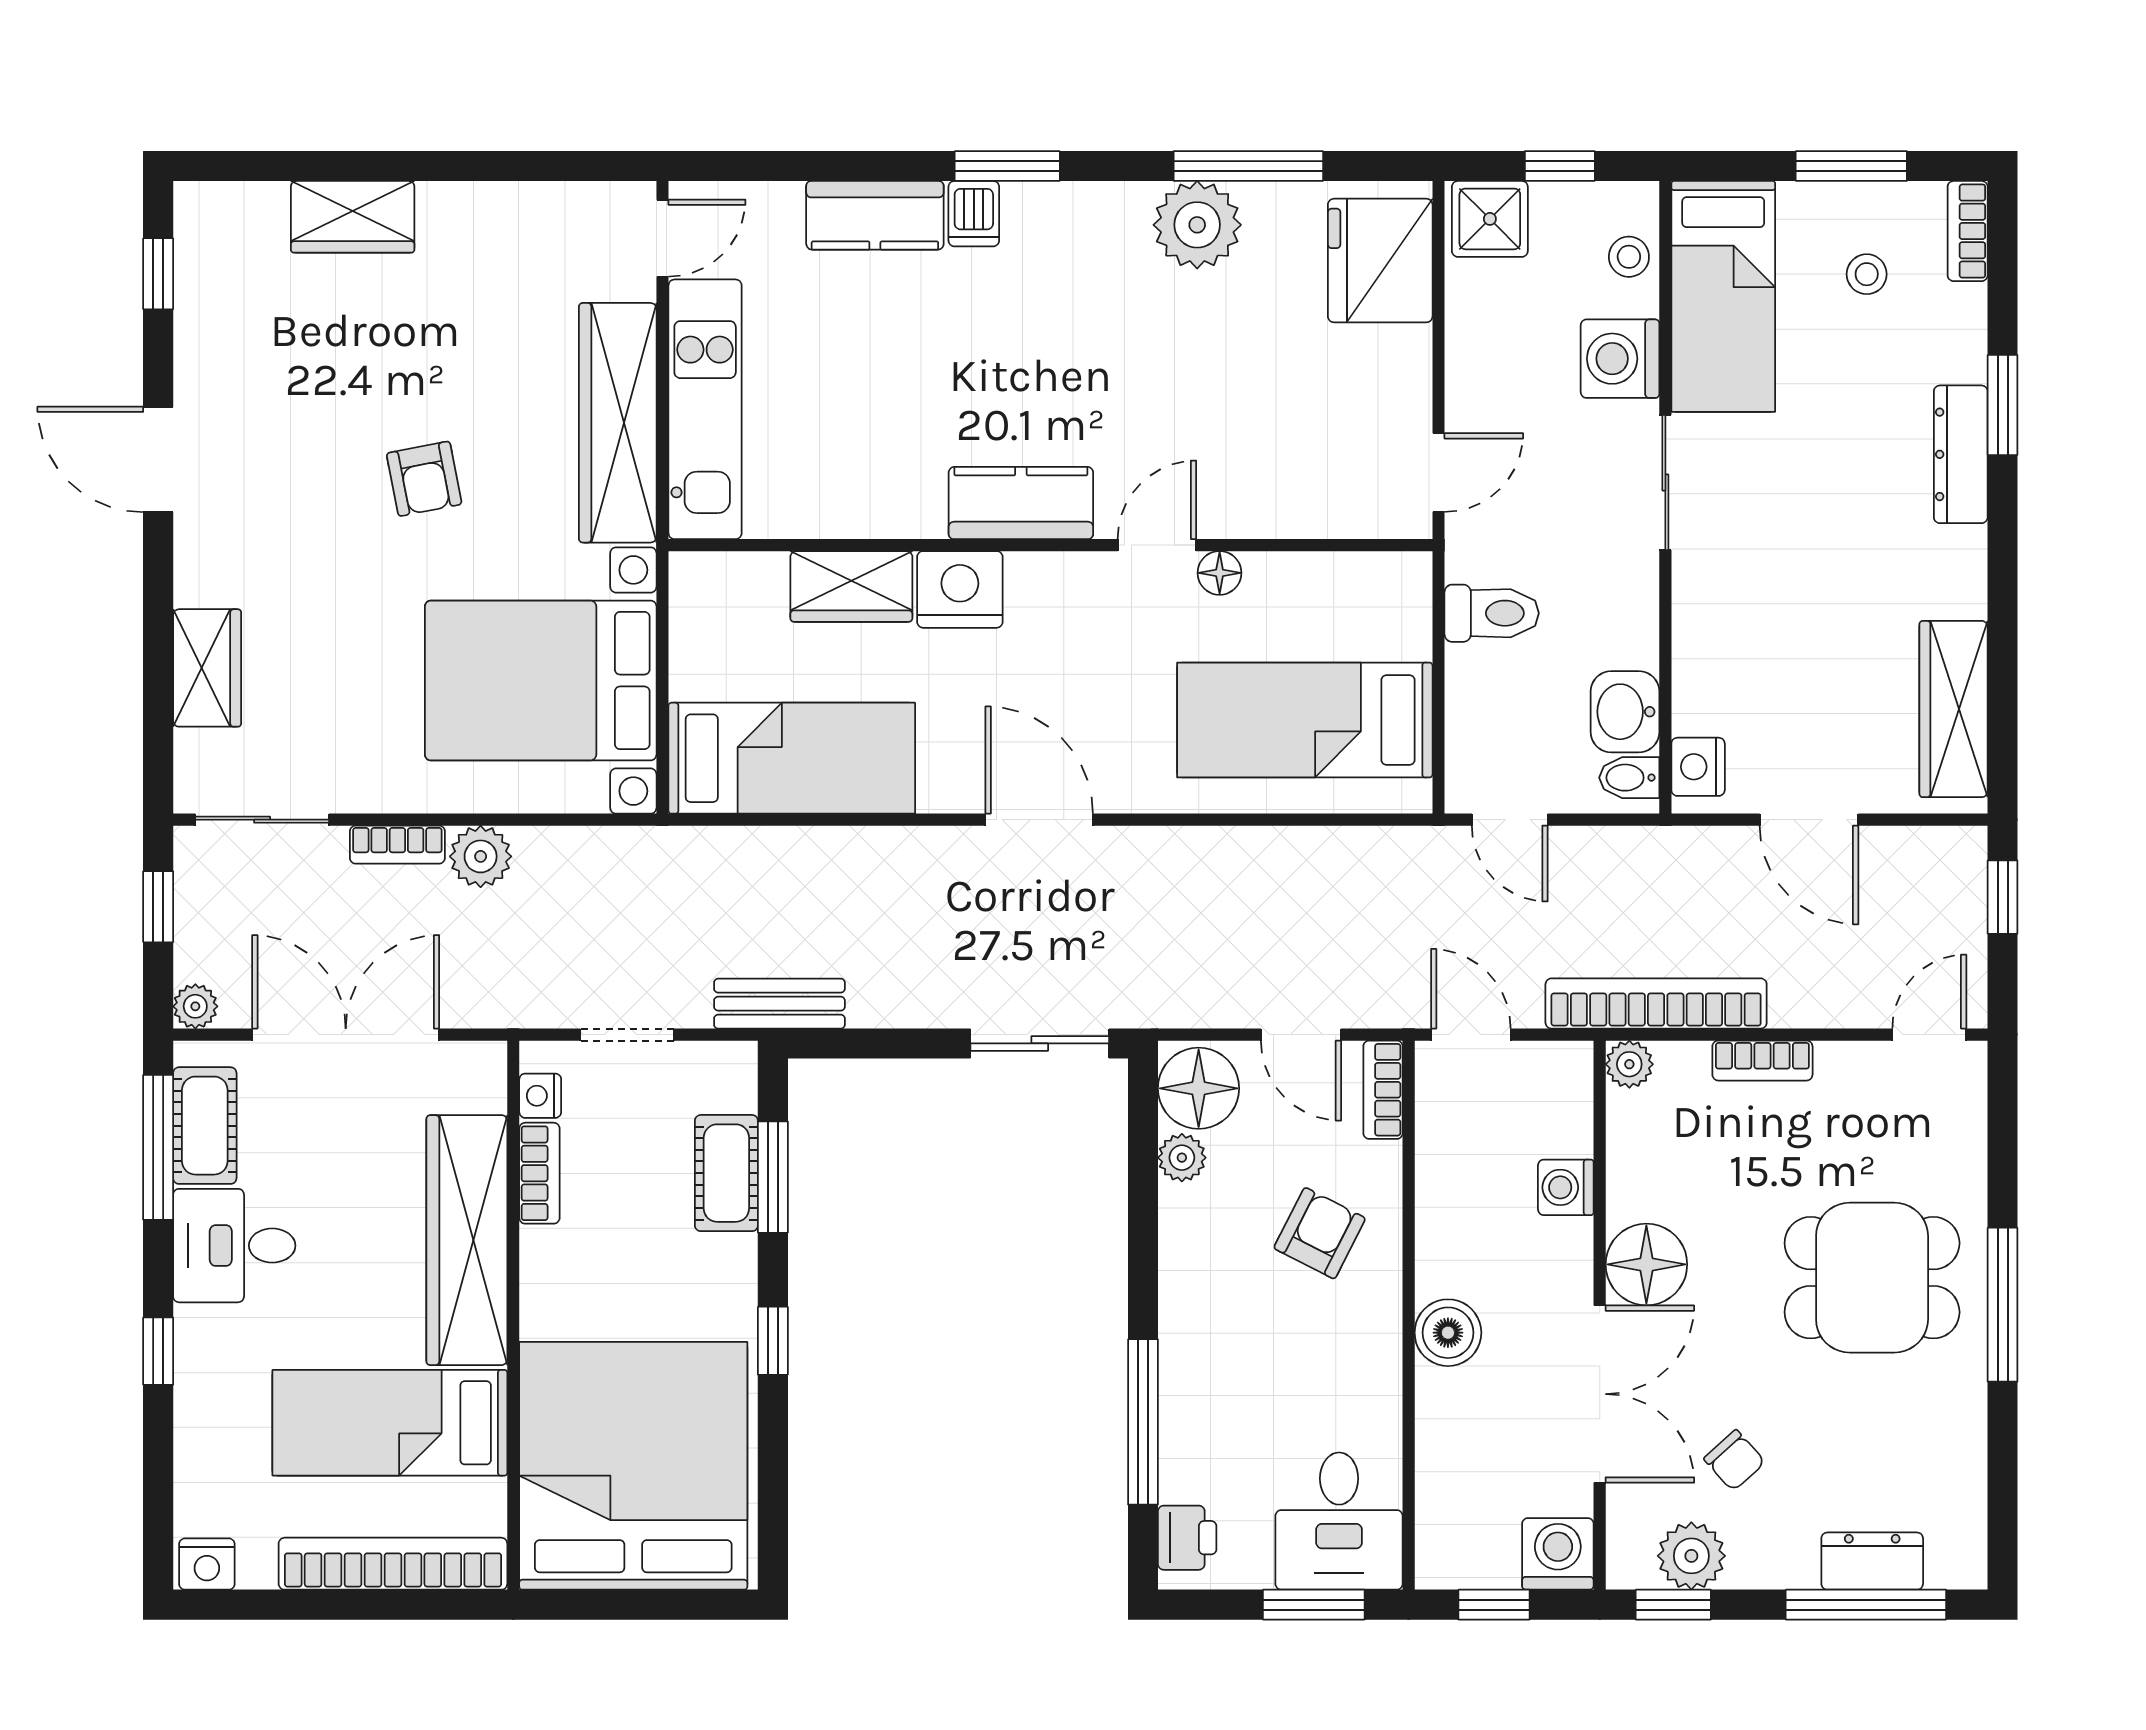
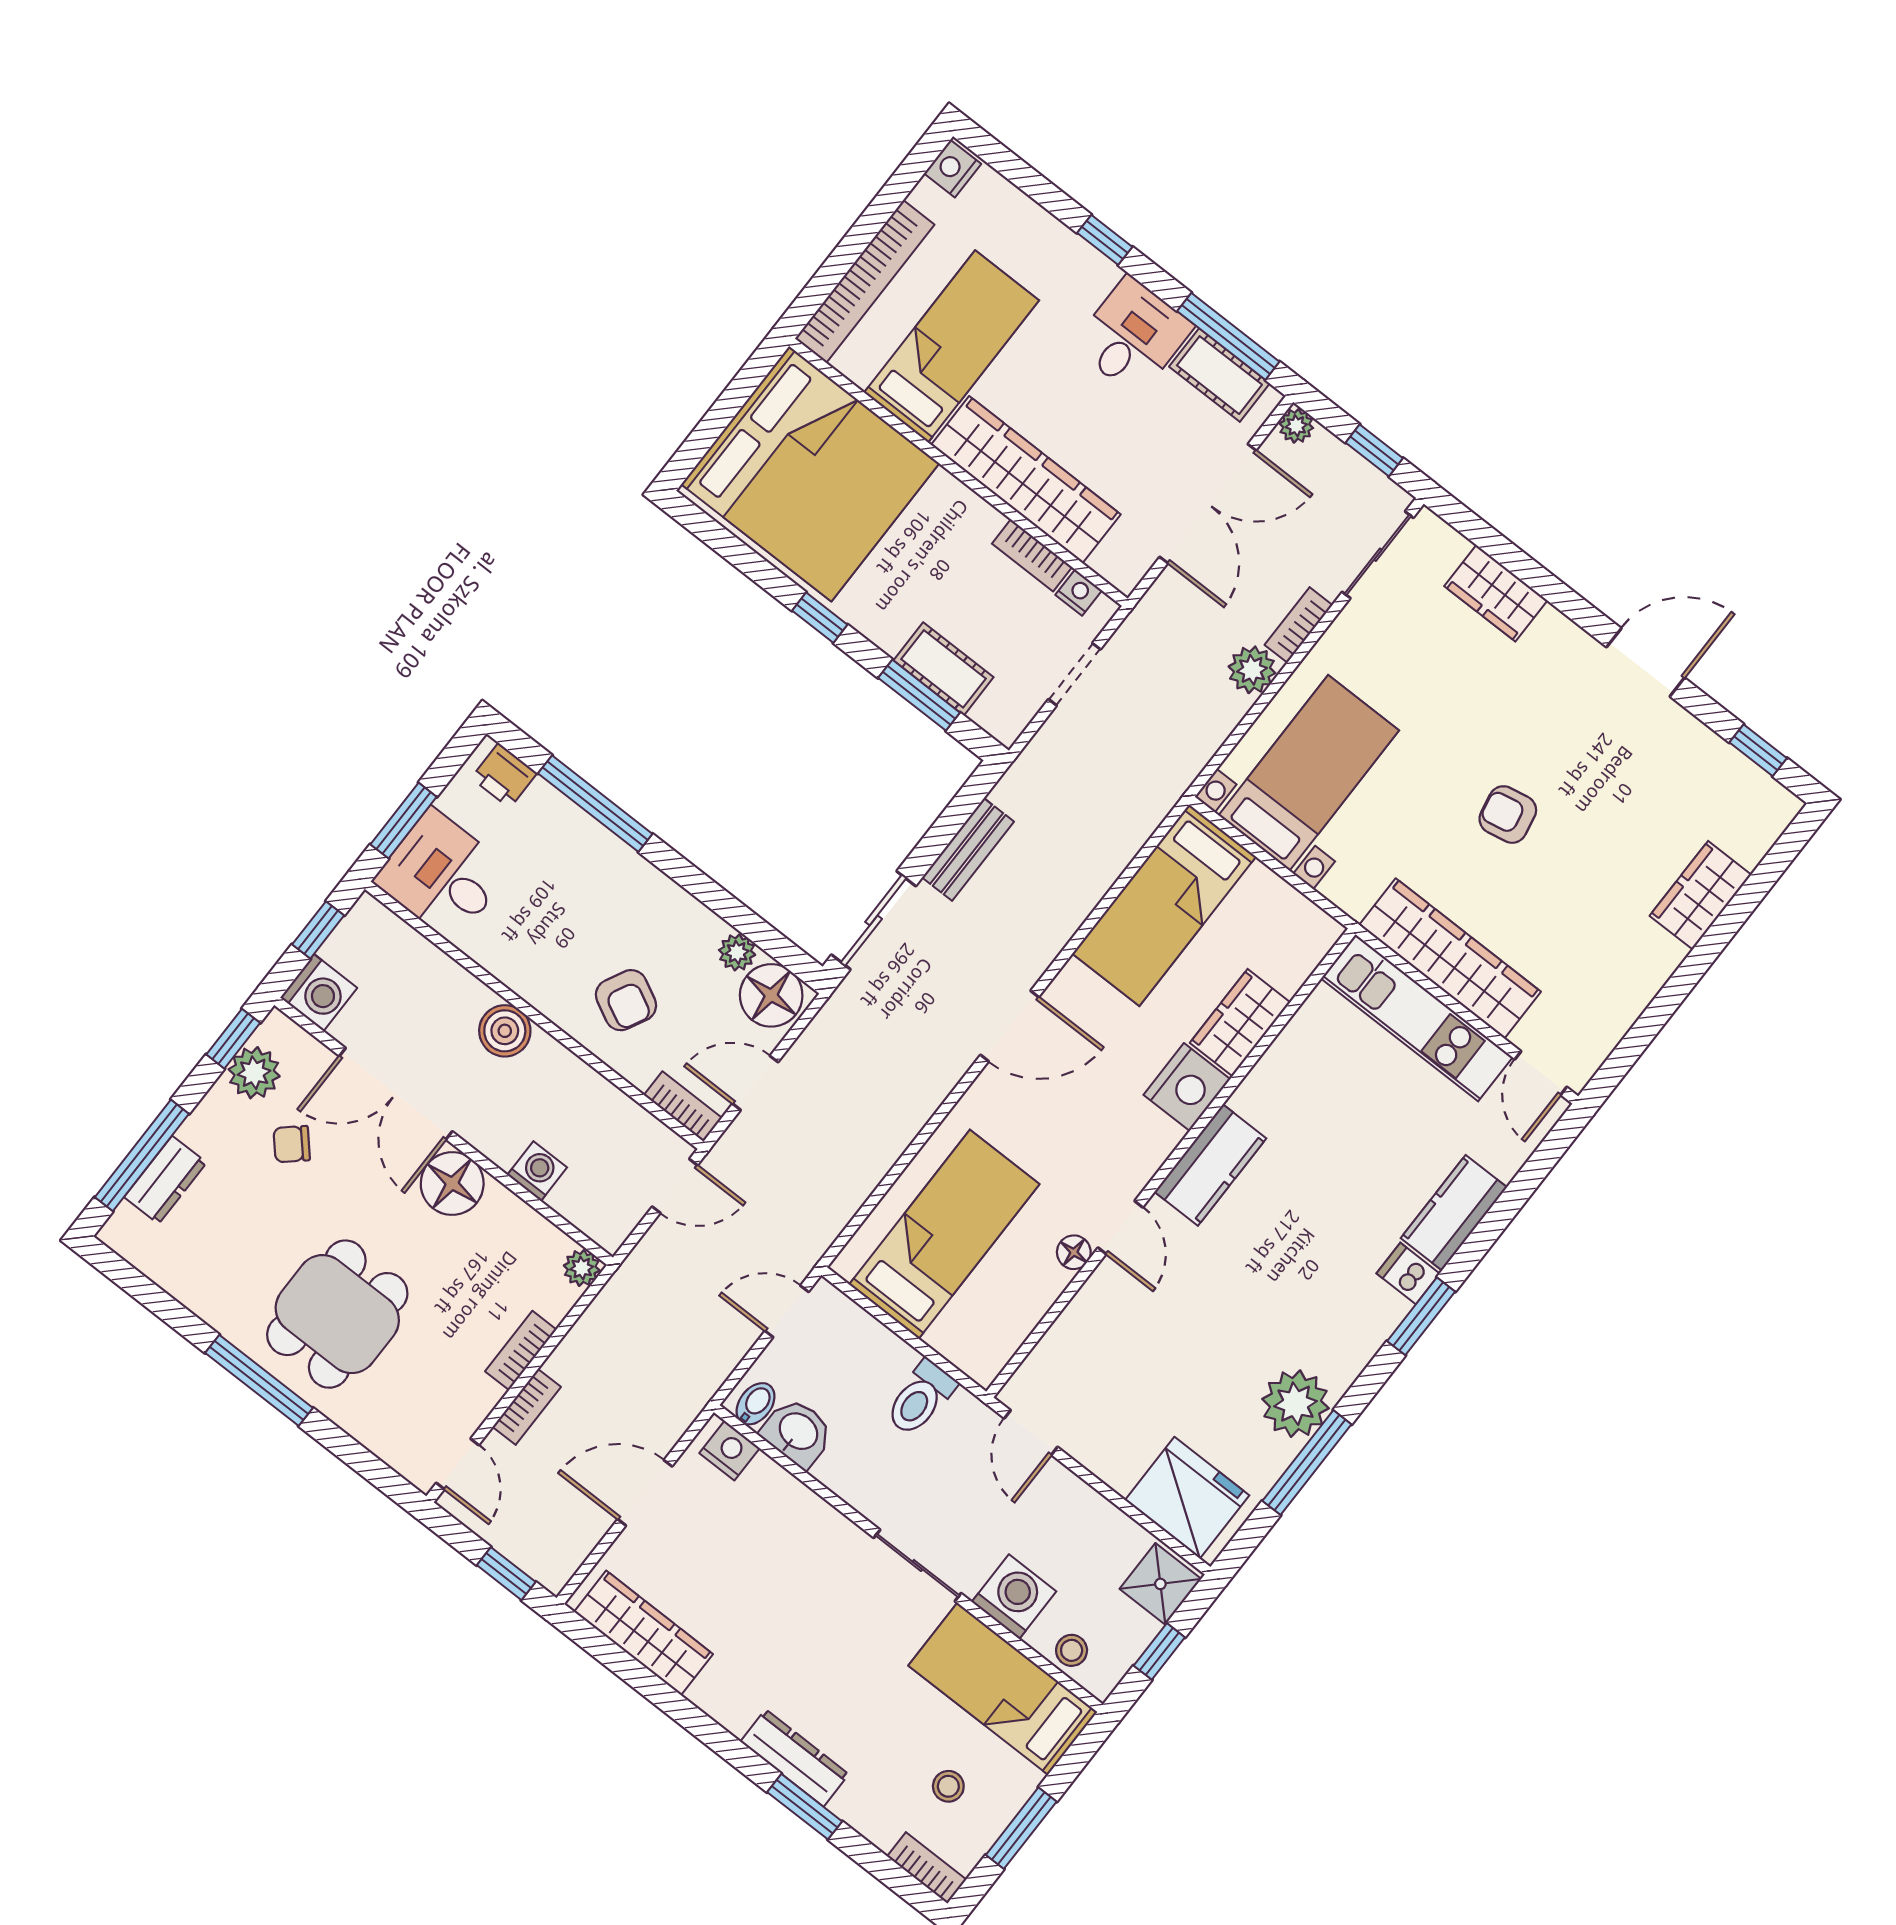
bed with nightstands: (541, 680) -> (1309, 773), width x0.73
bookcase: (1656, 1003) -> (527, 1407), moved, width x0.43, depth x0.76
bench: (779, 1004) -> (968, 849), moved

